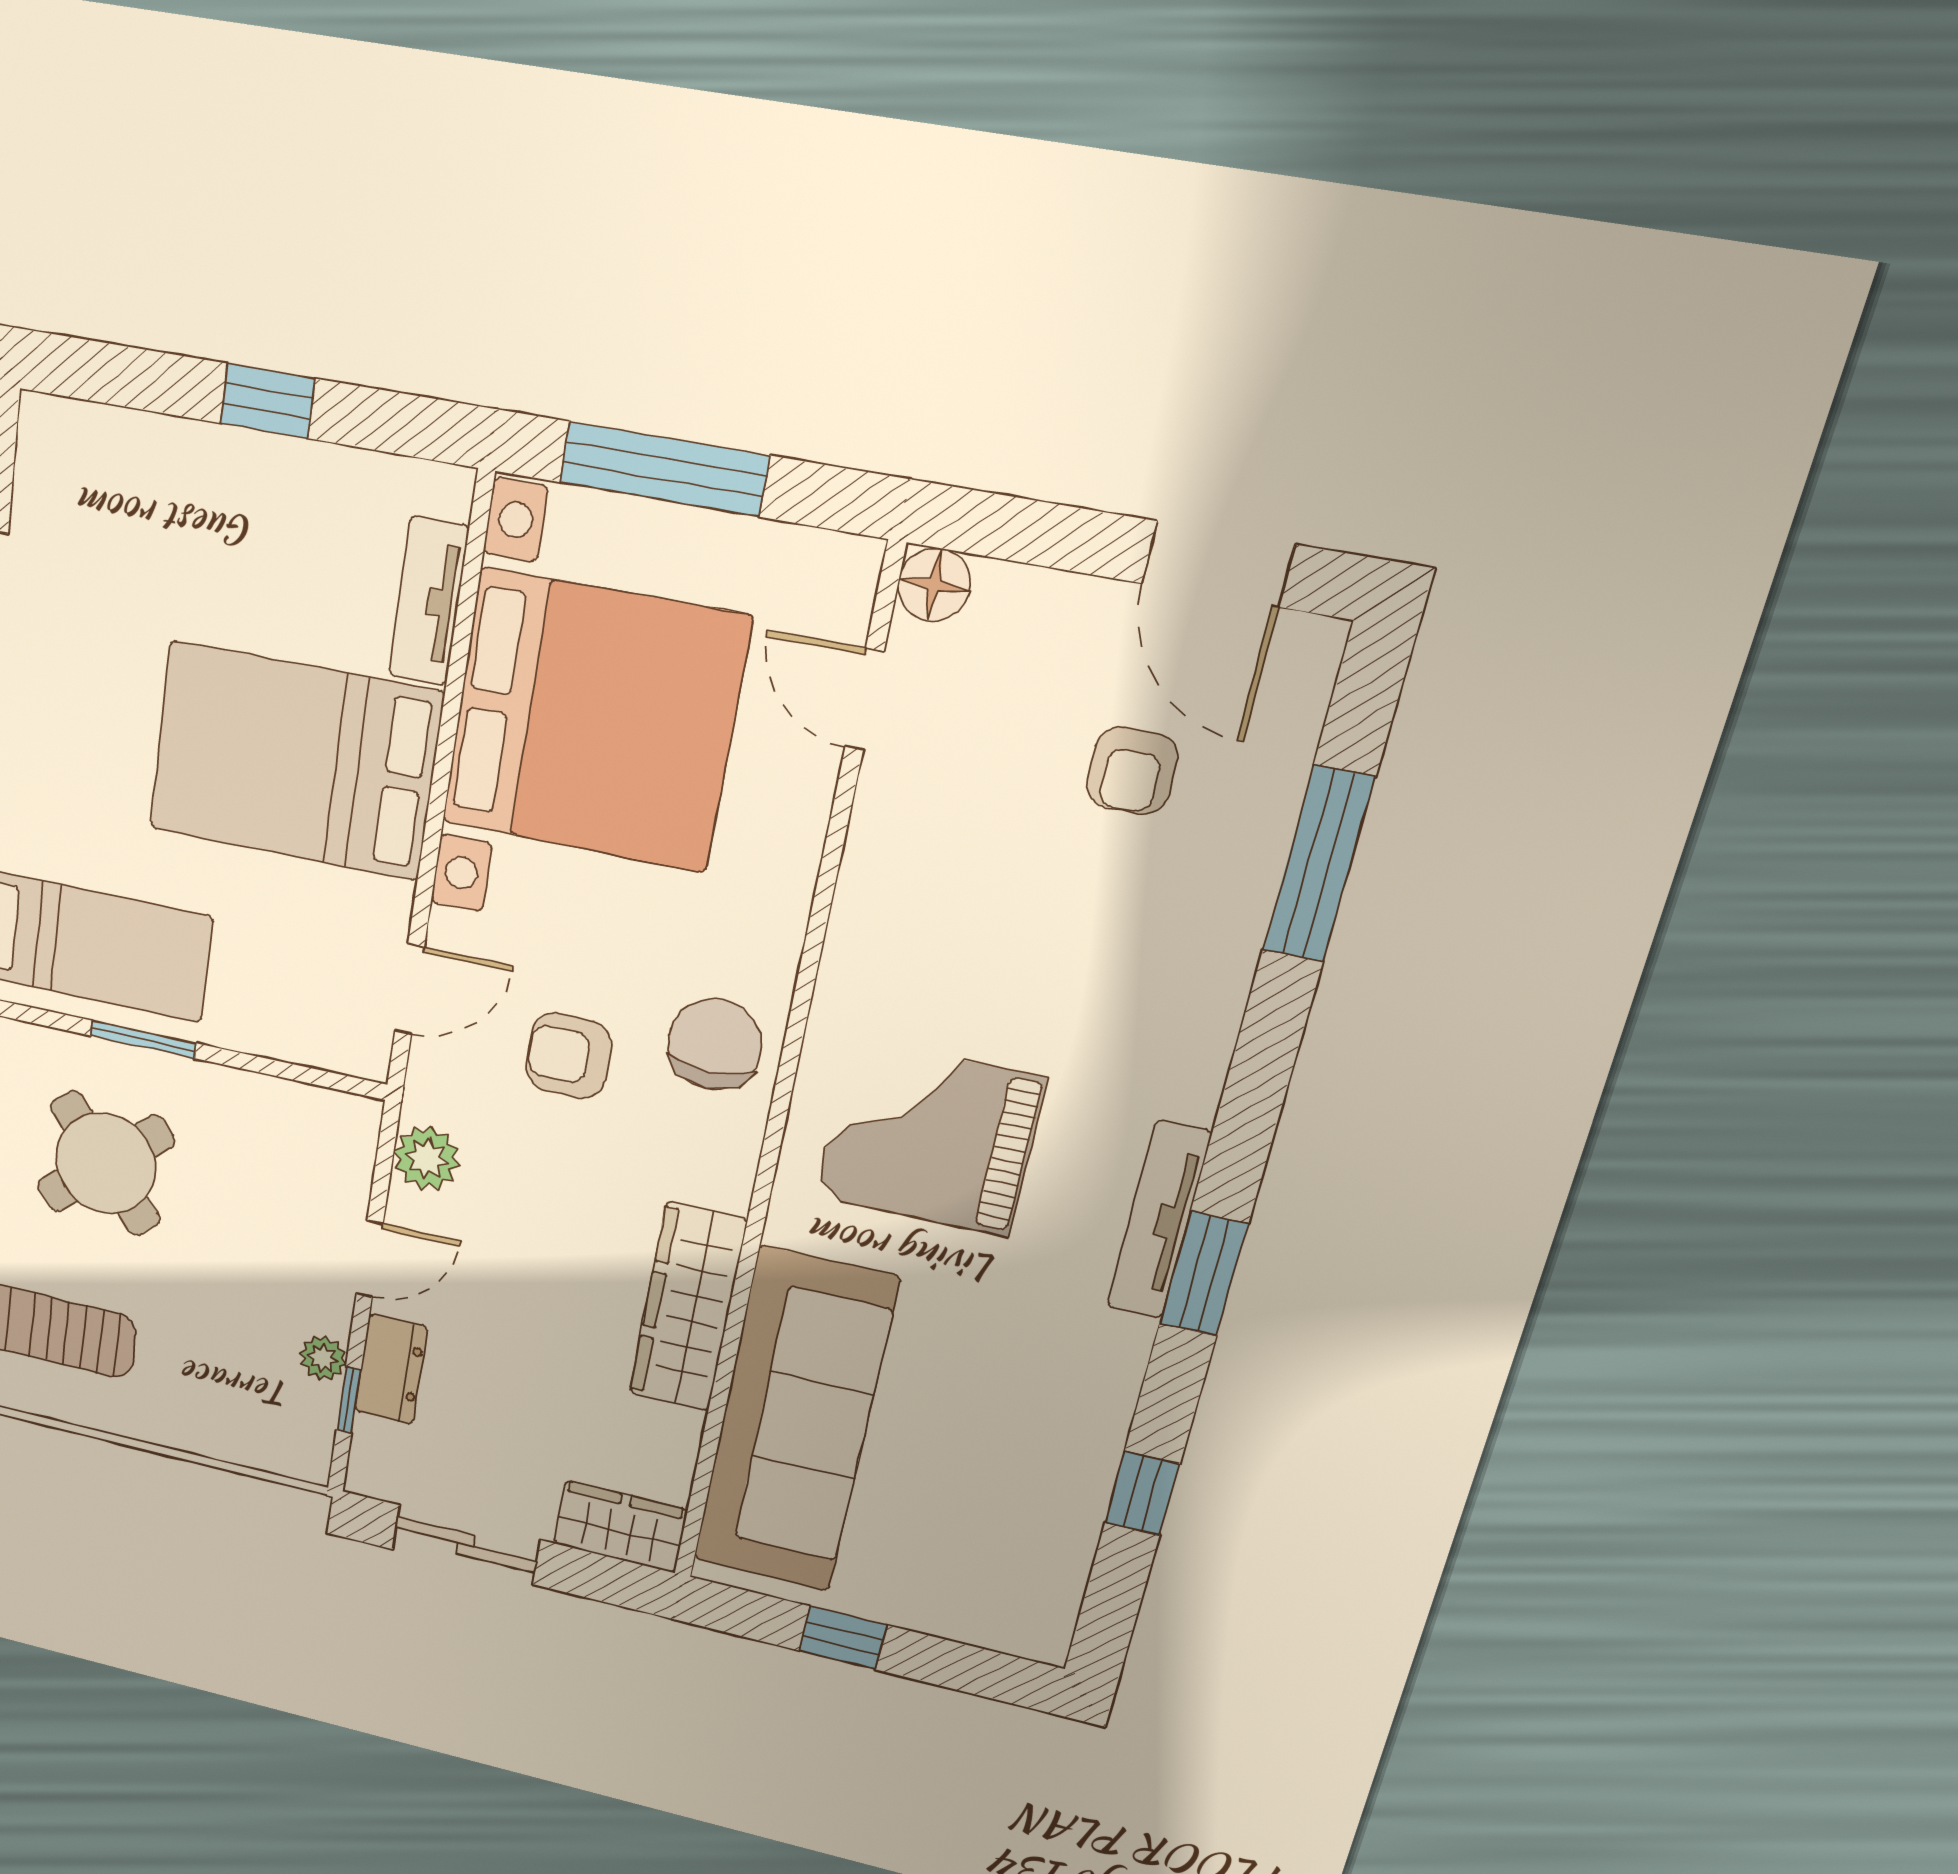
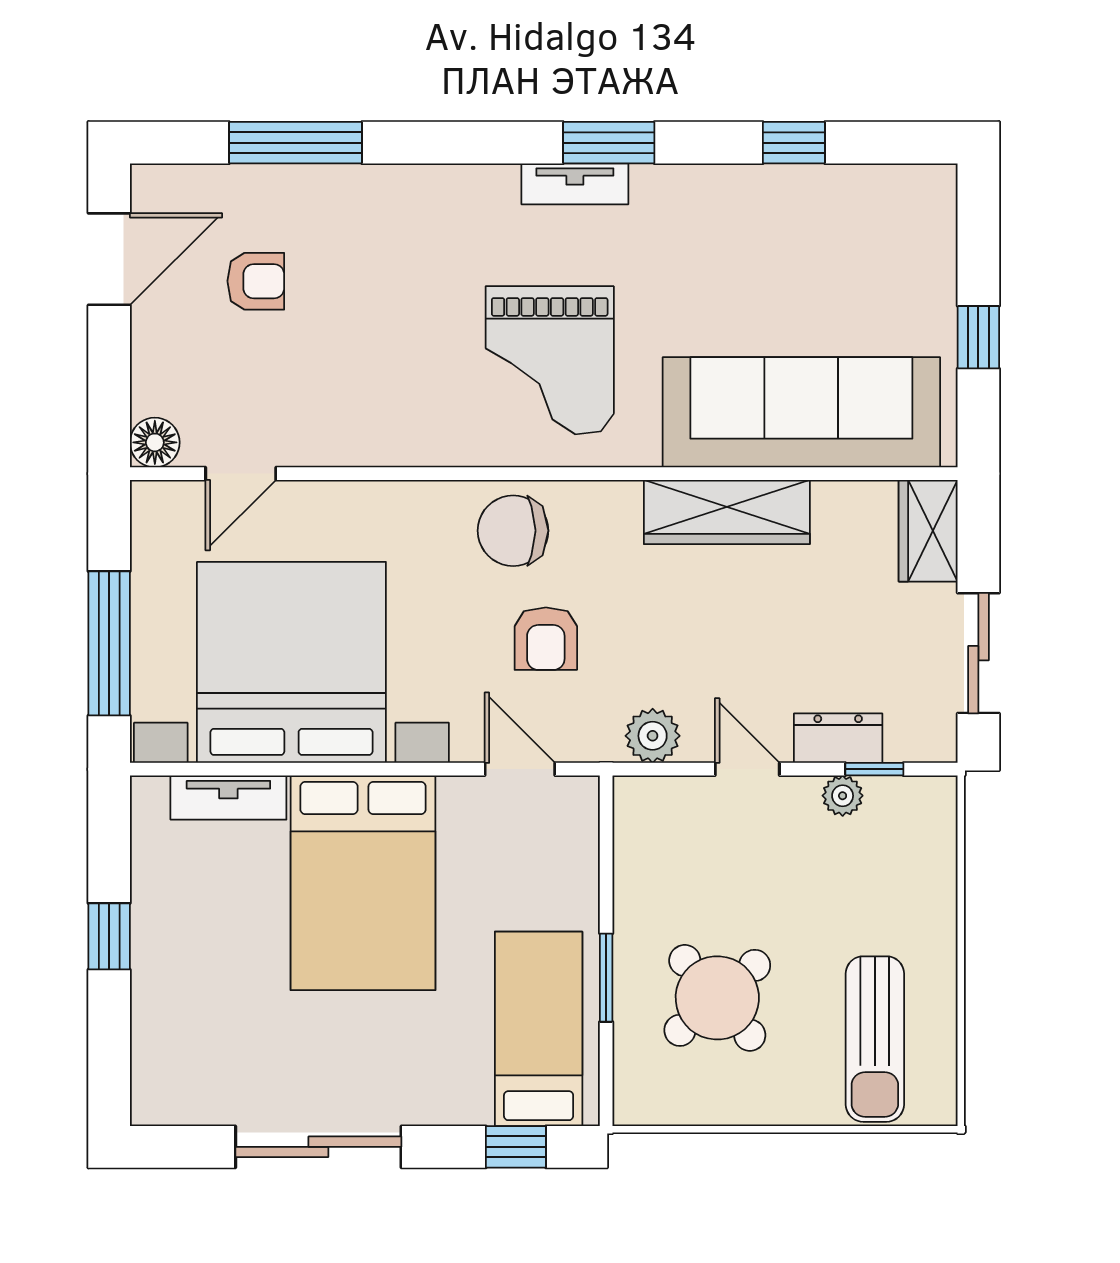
tv unit: (1159, 1220) -> (575, 184), width x0.71

